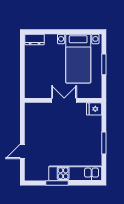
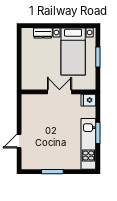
dresser: (35, 39) -> (43, 33), moved
kitchen unit: (75, 173) -> (88, 144), moved, turned -90

